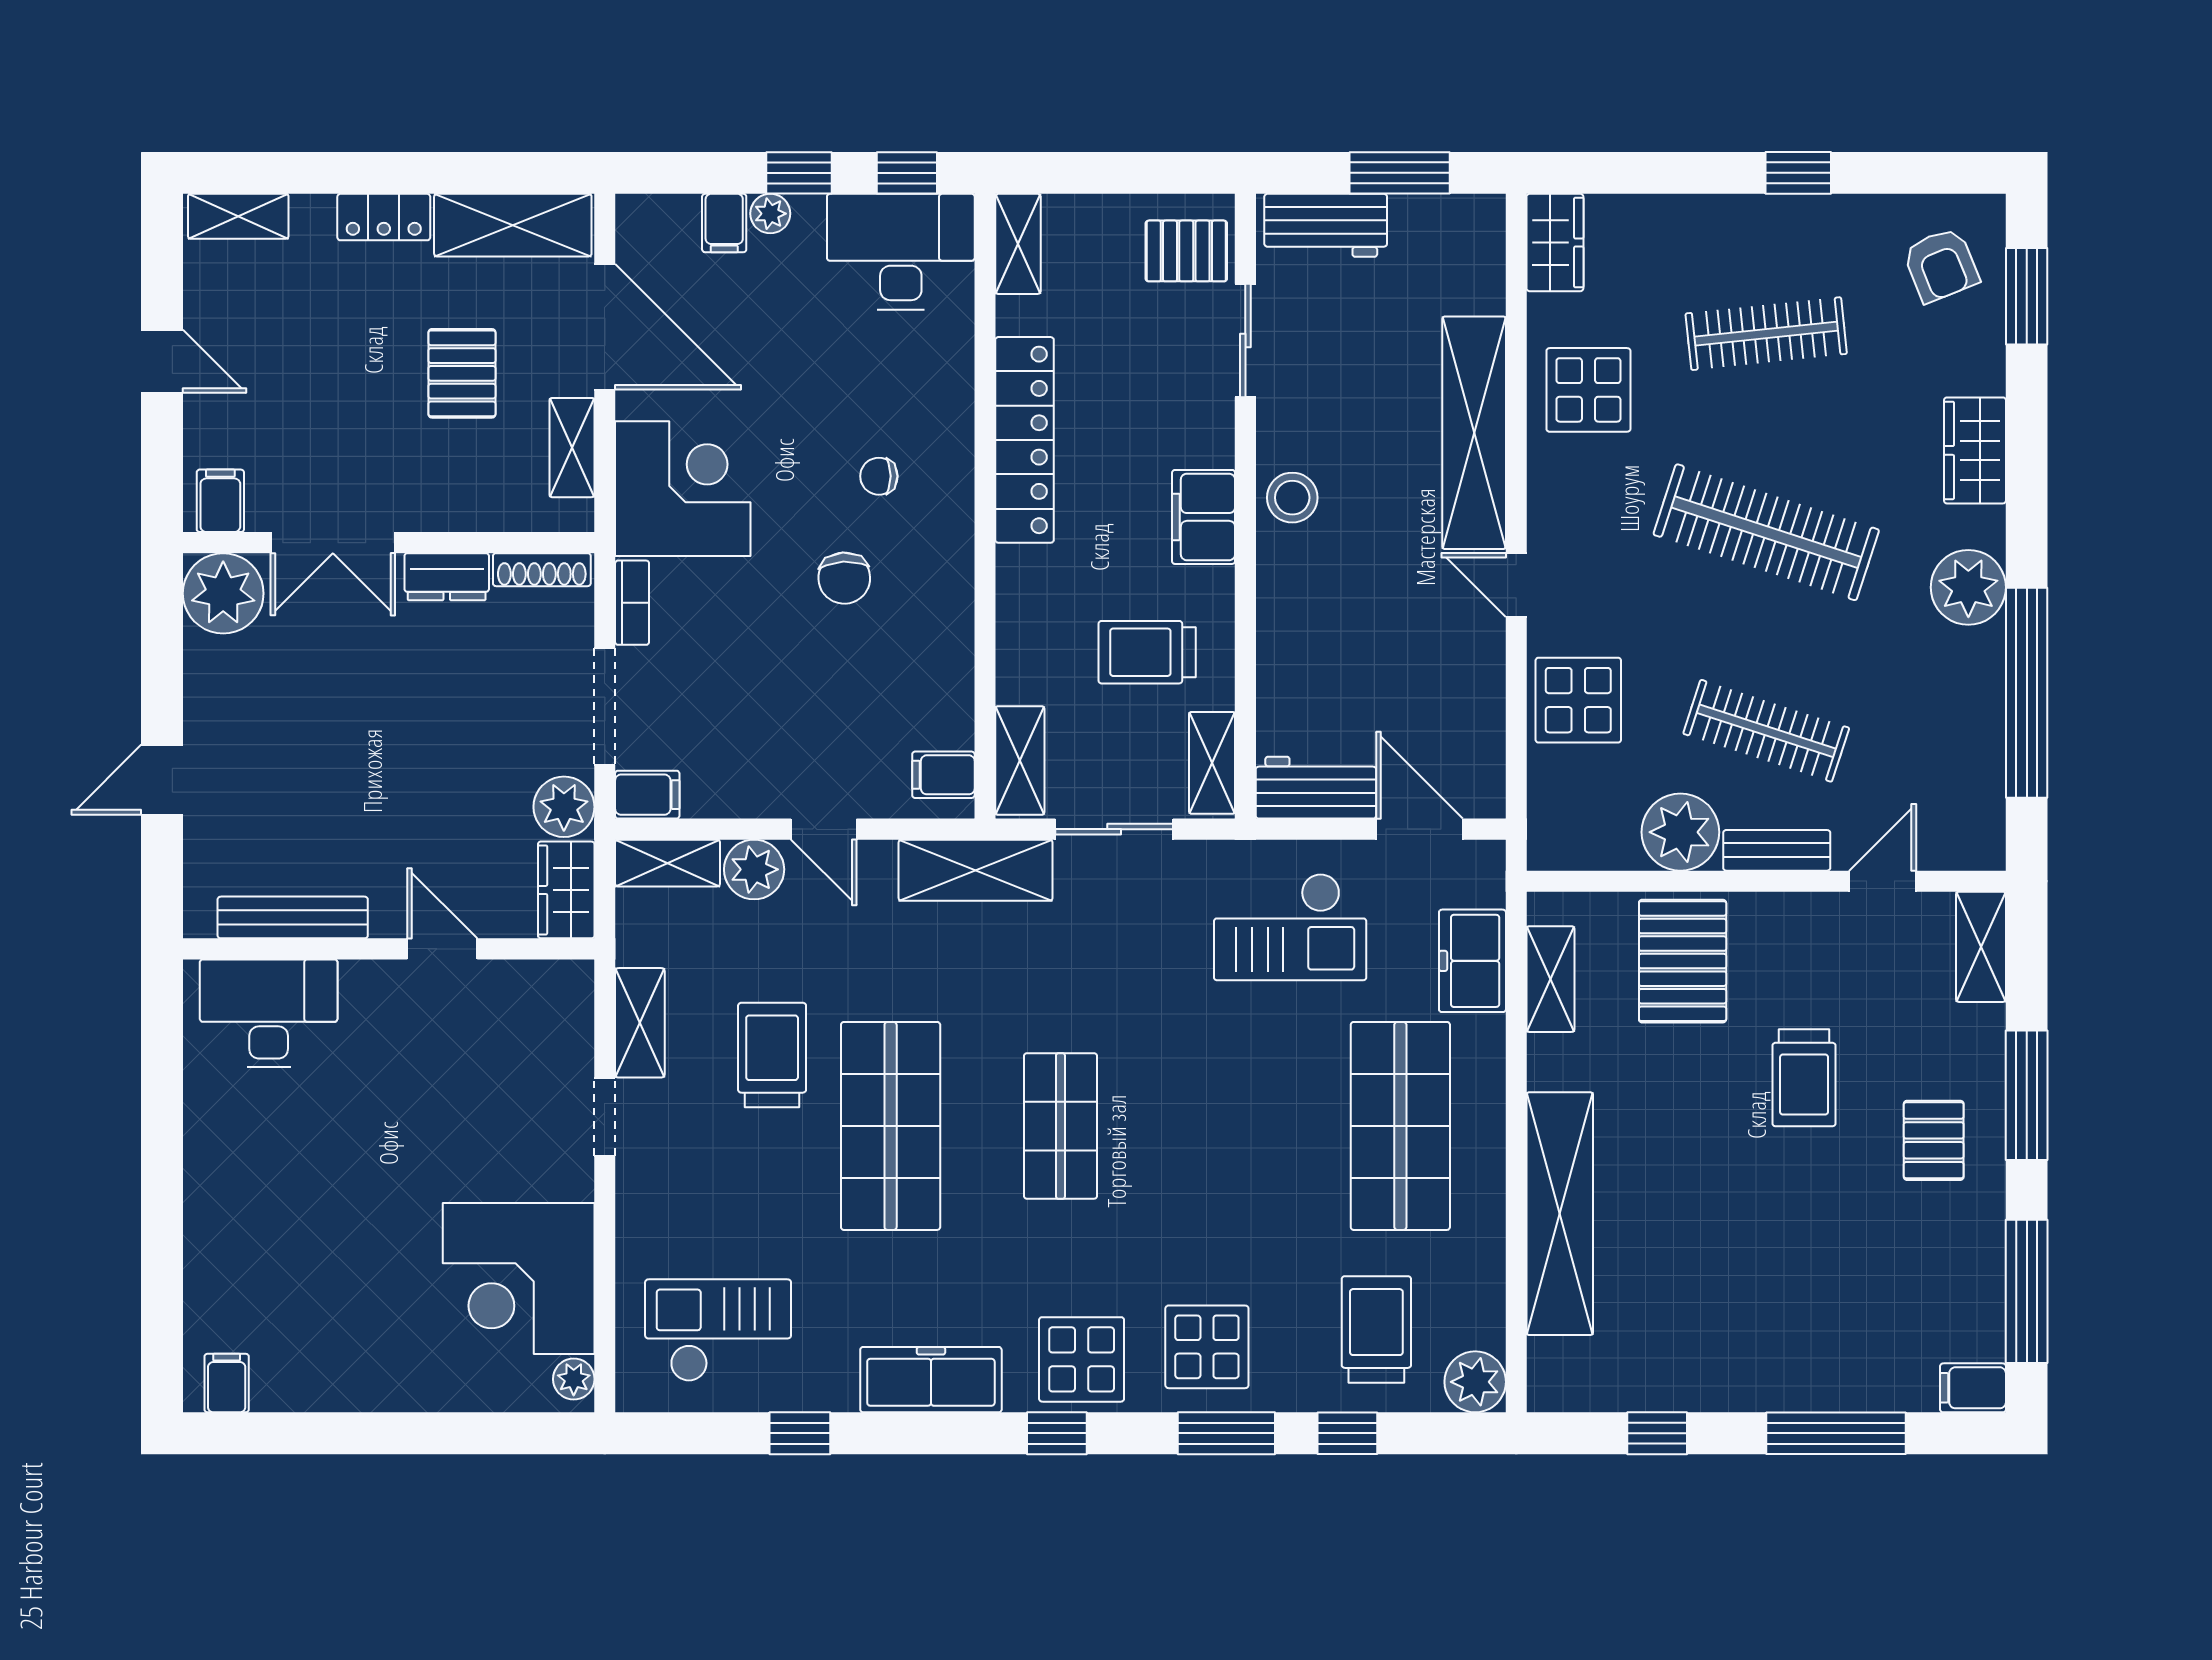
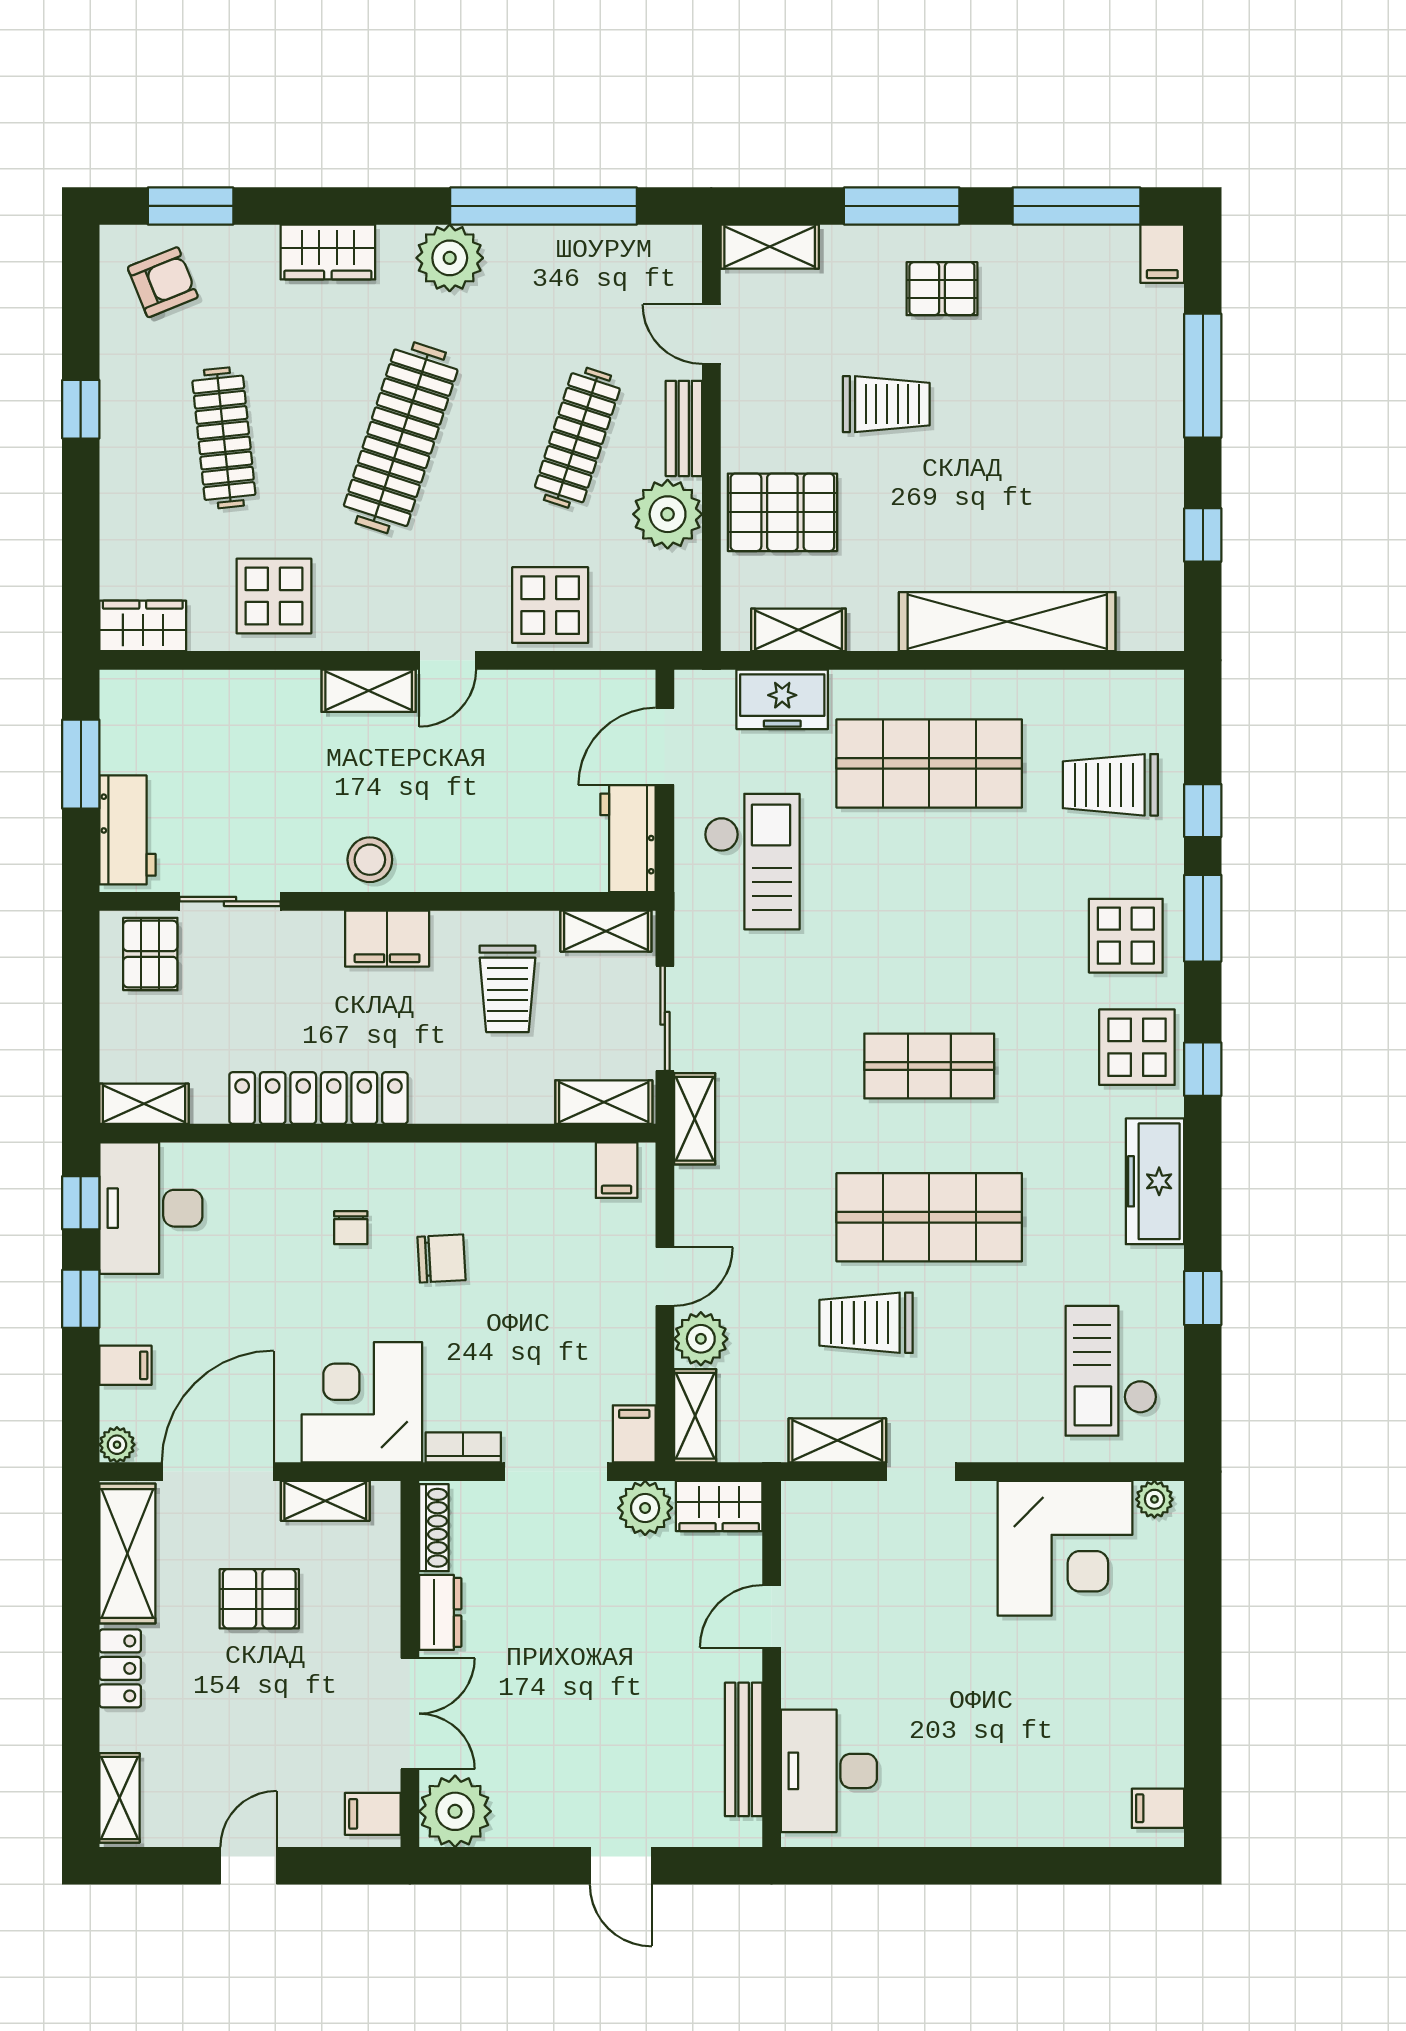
plant: (770, 214) -> (117, 1445), moved
shelving: (1474, 433) -> (369, 691), width x0.45, depth x0.75
shelving: (976, 870) -> (695, 1119), width x0.67, depth x0.75
plant: (1475, 1382) -> (1157, 697), removed

